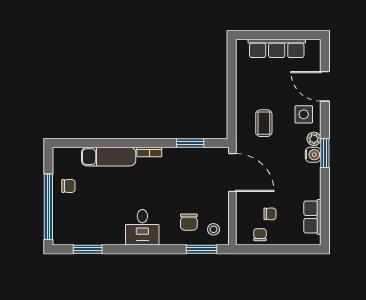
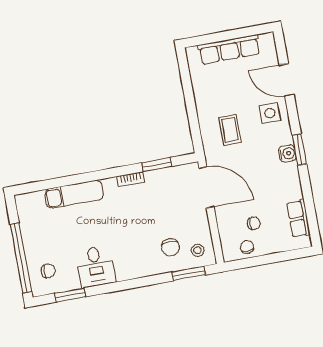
plant: (314, 139) -> (285, 137), removed
bookcase: (149, 152) -> (131, 179), moved
chair: (68, 186) -> (48, 271), moved
desk: (142, 227) -> (96, 267), moved

